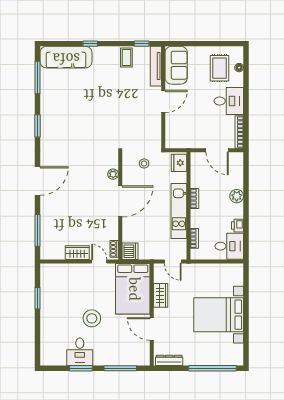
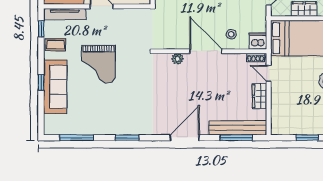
sofa: (66, 57) -> (55, 87), moved
grand piano: (108, 99) -> (99, 64), added
stool: (144, 164) -> (231, 34), moved
door: (38, 181) -> (185, 138), hinge flipped
bench: (47, 232) -> (238, 128), added
door: (99, 261) -> (269, 73), hinge flipped

